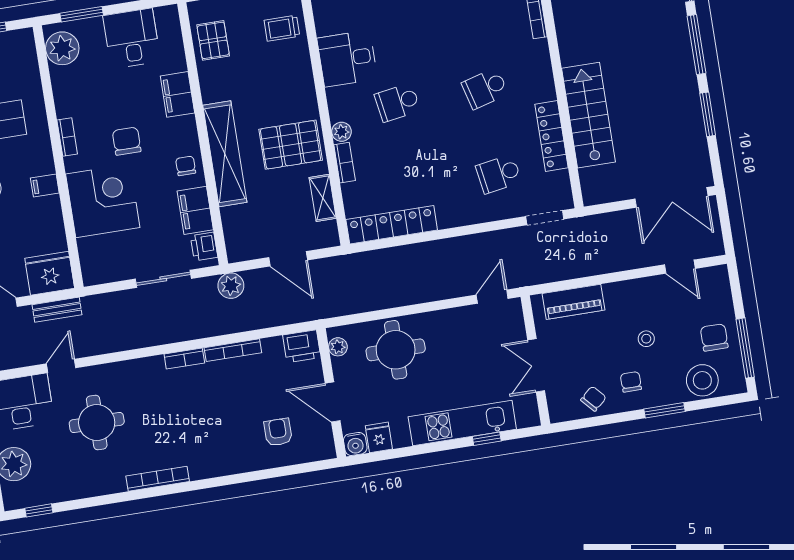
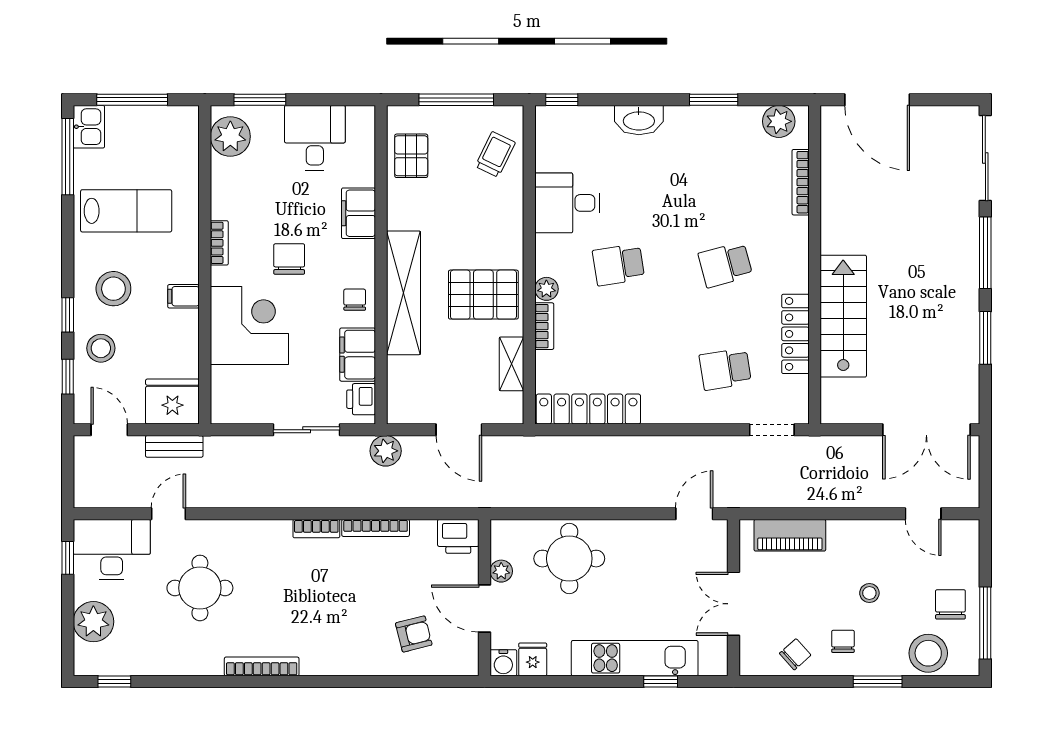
trolley: (282, 28) -> (495, 154), turned 116
plant: (338, 347) -> (501, 571), moved
armchair: (278, 432) -> (414, 634), turned 76

